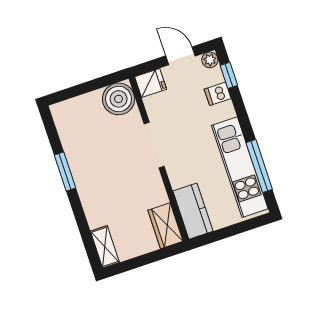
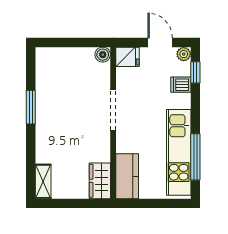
boiler: (119, 99) -> (103, 55), width x0.54, depth x0.54

